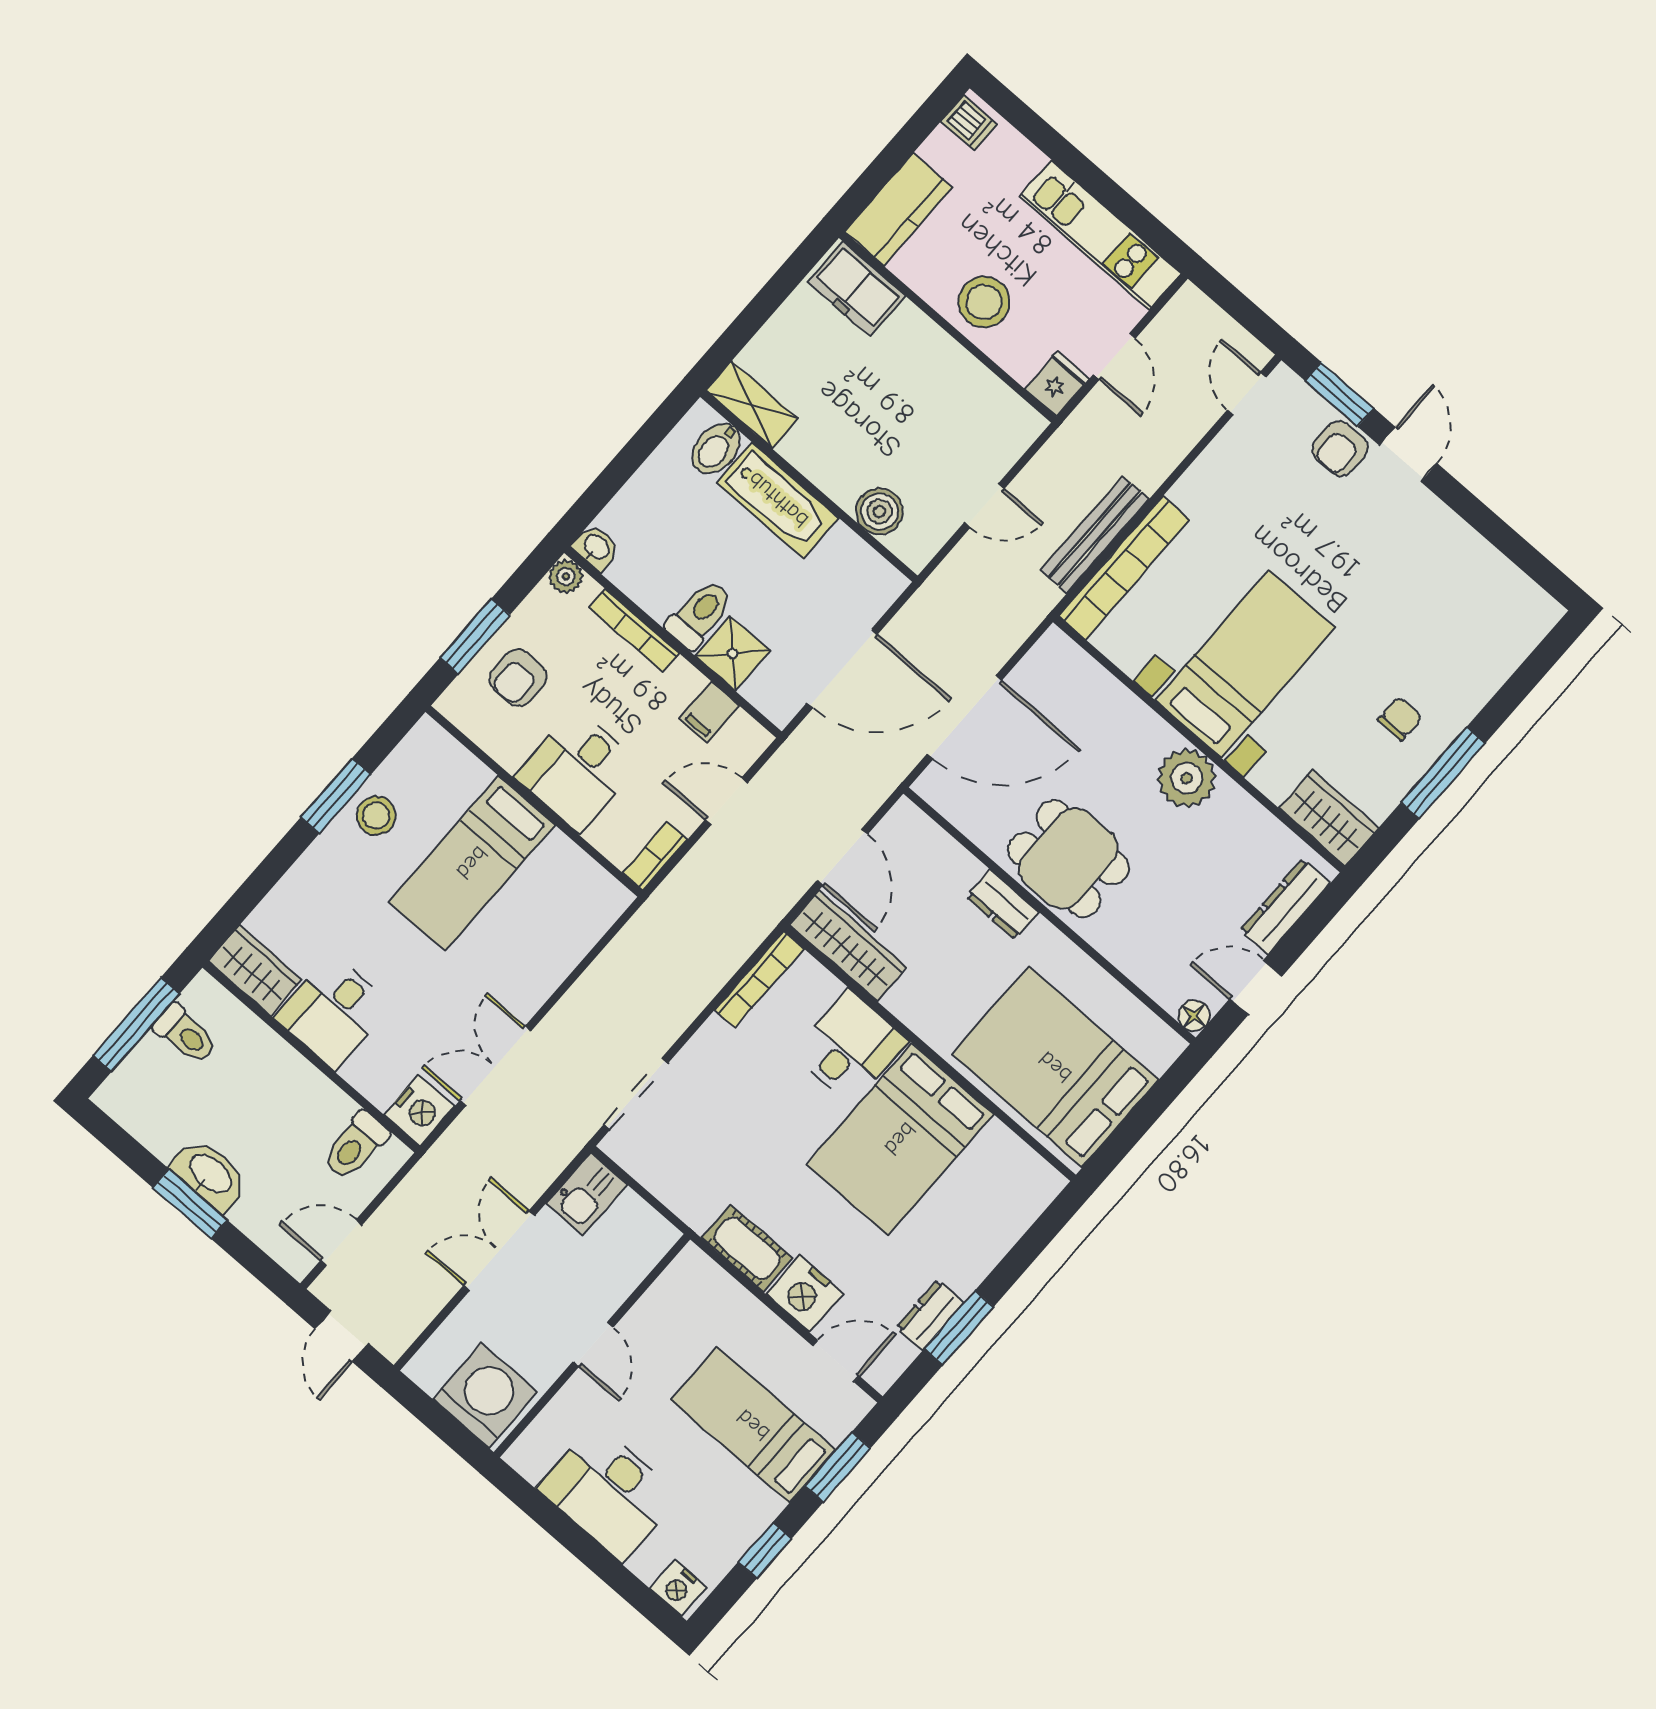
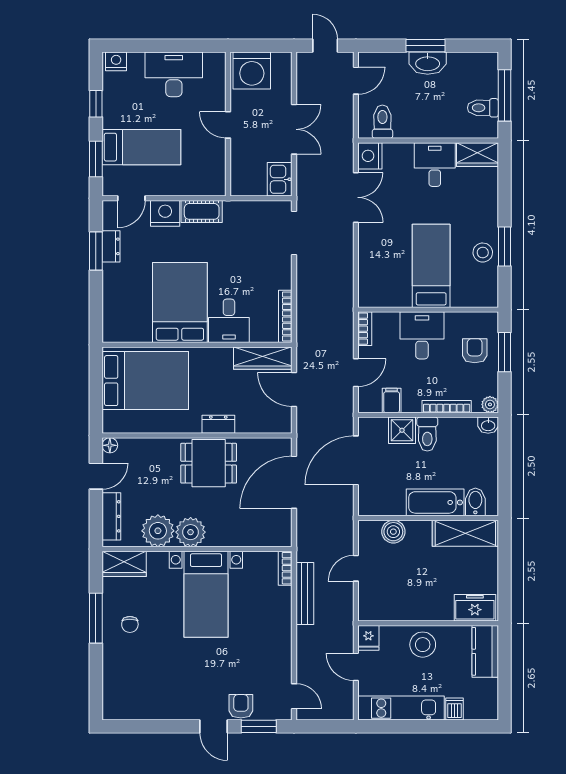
dishwasher: (969, 123) -> (454, 709), moved, turned 90
shelving: (752, 405) -> (465, 533), width x1.50, depth x1.33
bookcase: (1124, 568) -> (285, 568), width x0.43, depth x0.76
plant: (1234, 823) -> (158, 531), added

